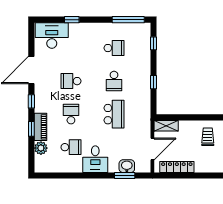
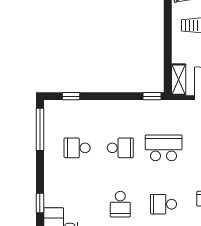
school desk: (114, 48) -> (77, 148), turned -90
window: (154, 82) -> (152, 96), moved

